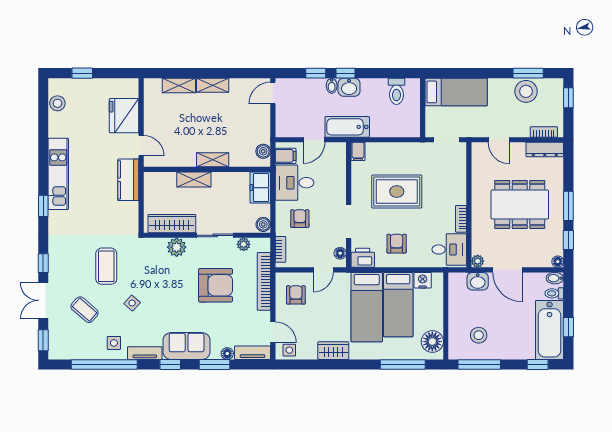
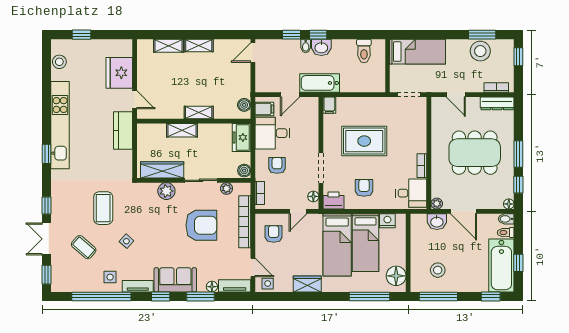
kitchen unit: (58, 174) -> (60, 125), width x1.36

